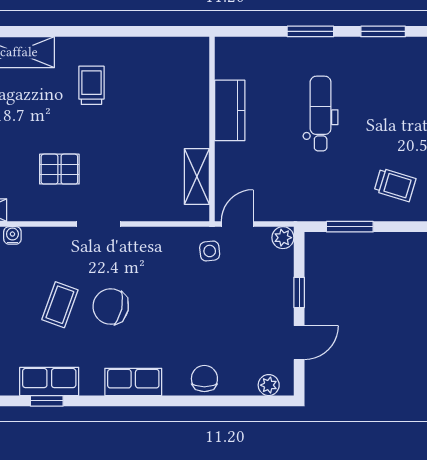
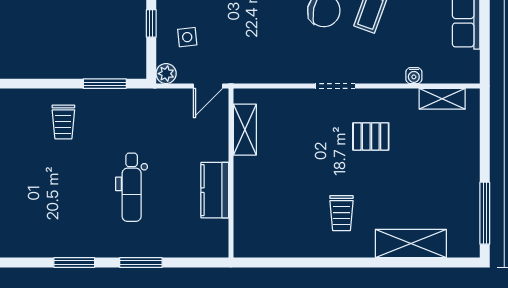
trolley: (395, 185) -> (63, 122), turned -107
side table: (210, 251) -> (187, 37), moved

